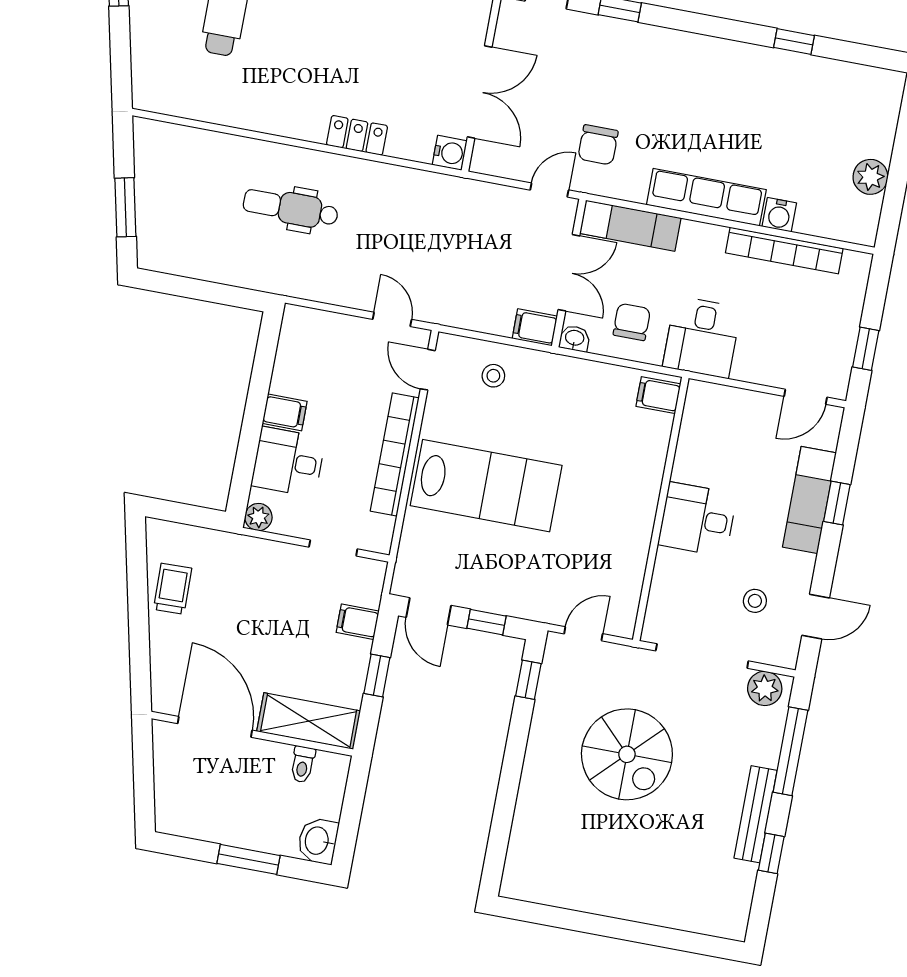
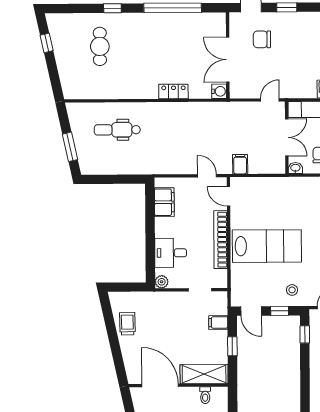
double door: (480, 92) -> (228, 60), swing flipped
chair: (598, 145) -> (262, 39), moved, turned 90
dental chair: (291, 208) -> (117, 130), moved
filing cabinet: (535, 327) -> (240, 164), moved, turned 90
stool: (493, 376) -> (292, 290), moved
filing cabinet: (285, 412) -> (164, 202), moved, width x2.00

